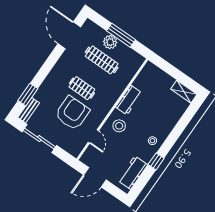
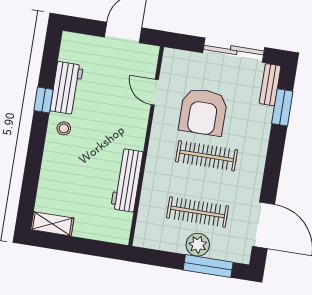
window: (121, 35) -> (208, 266), moved
clothes rail: (82, 88) -> (207, 156), width x1.36
workbench: (129, 100) -> (127, 180), width x1.38
stool: (119, 126) -> (124, 126), removed
workbench: (133, 173) -> (67, 88), moved

